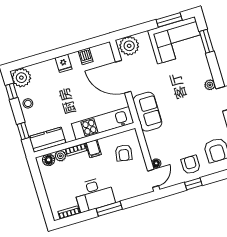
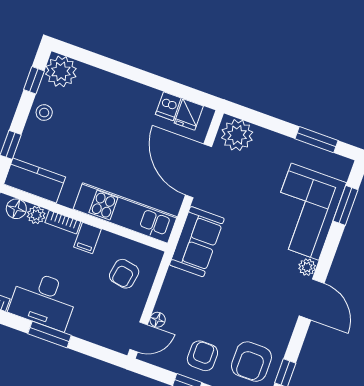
corner sofa: (176, 40) -> (305, 212), moved, turned 90
fridge: (64, 63) -> (189, 115), moved

